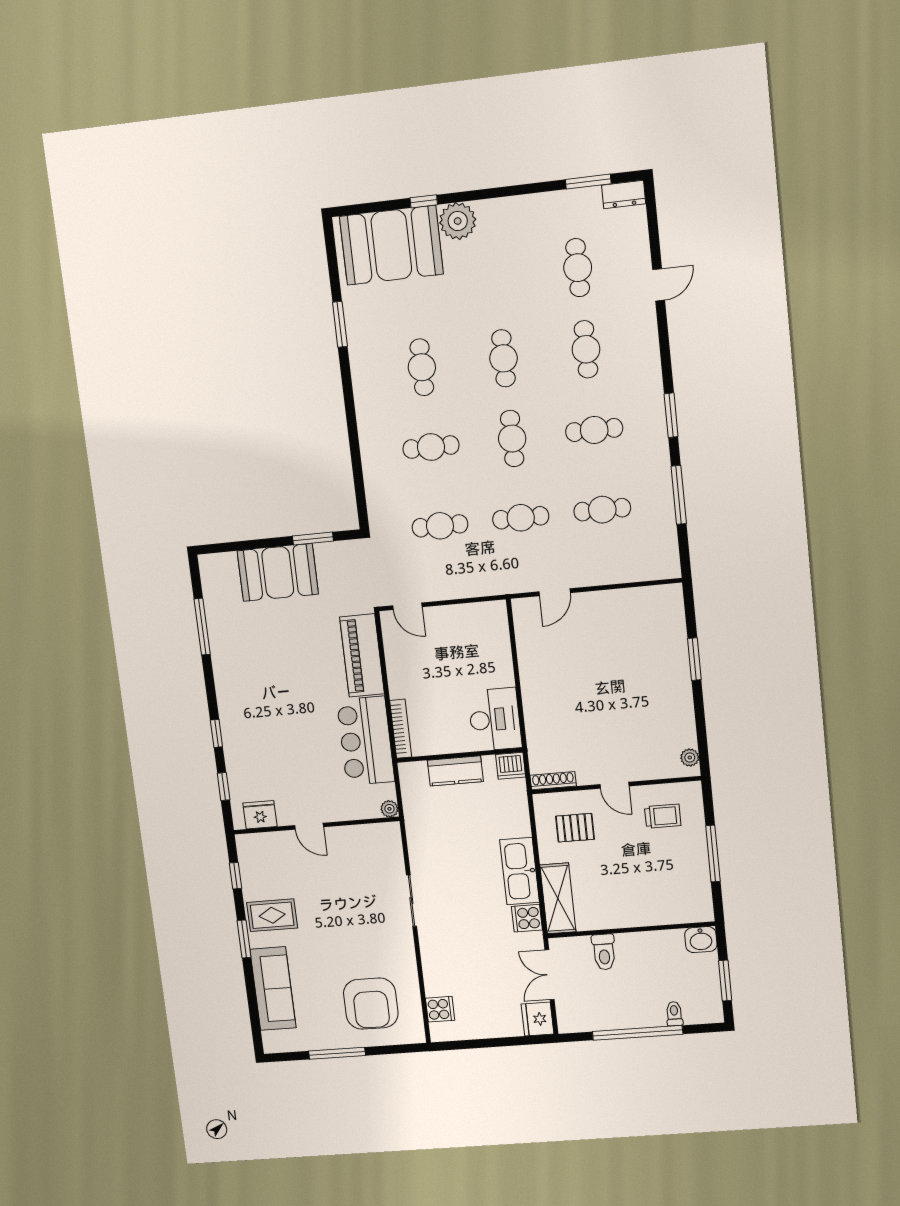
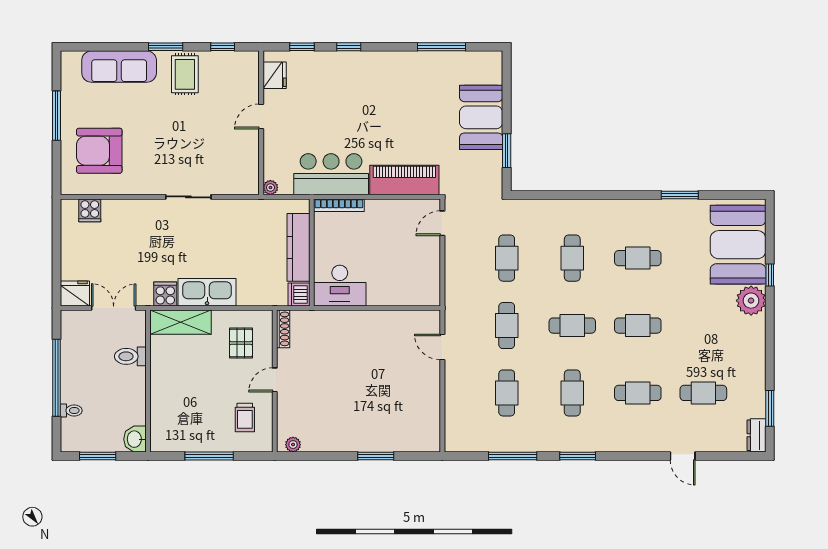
kitchen counter: (455, 771) -> (298, 247), width x1.50

